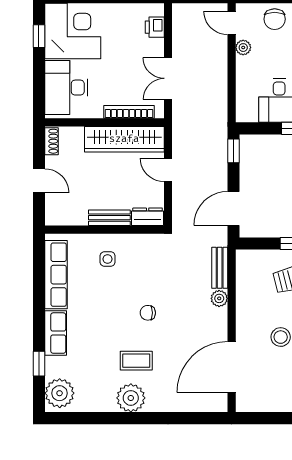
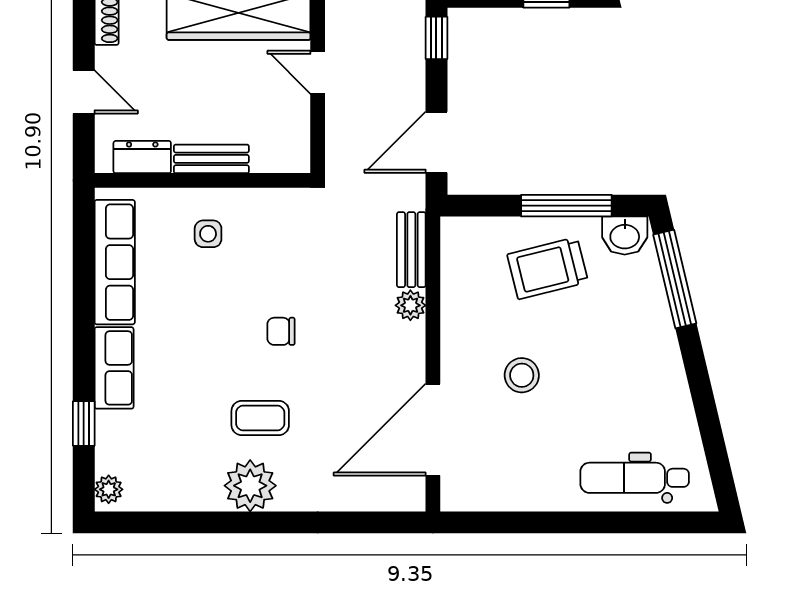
dresser: (148, 217) -> (142, 157), moved
plant: (60, 393) -> (109, 489), width x0.53, depth x0.53

